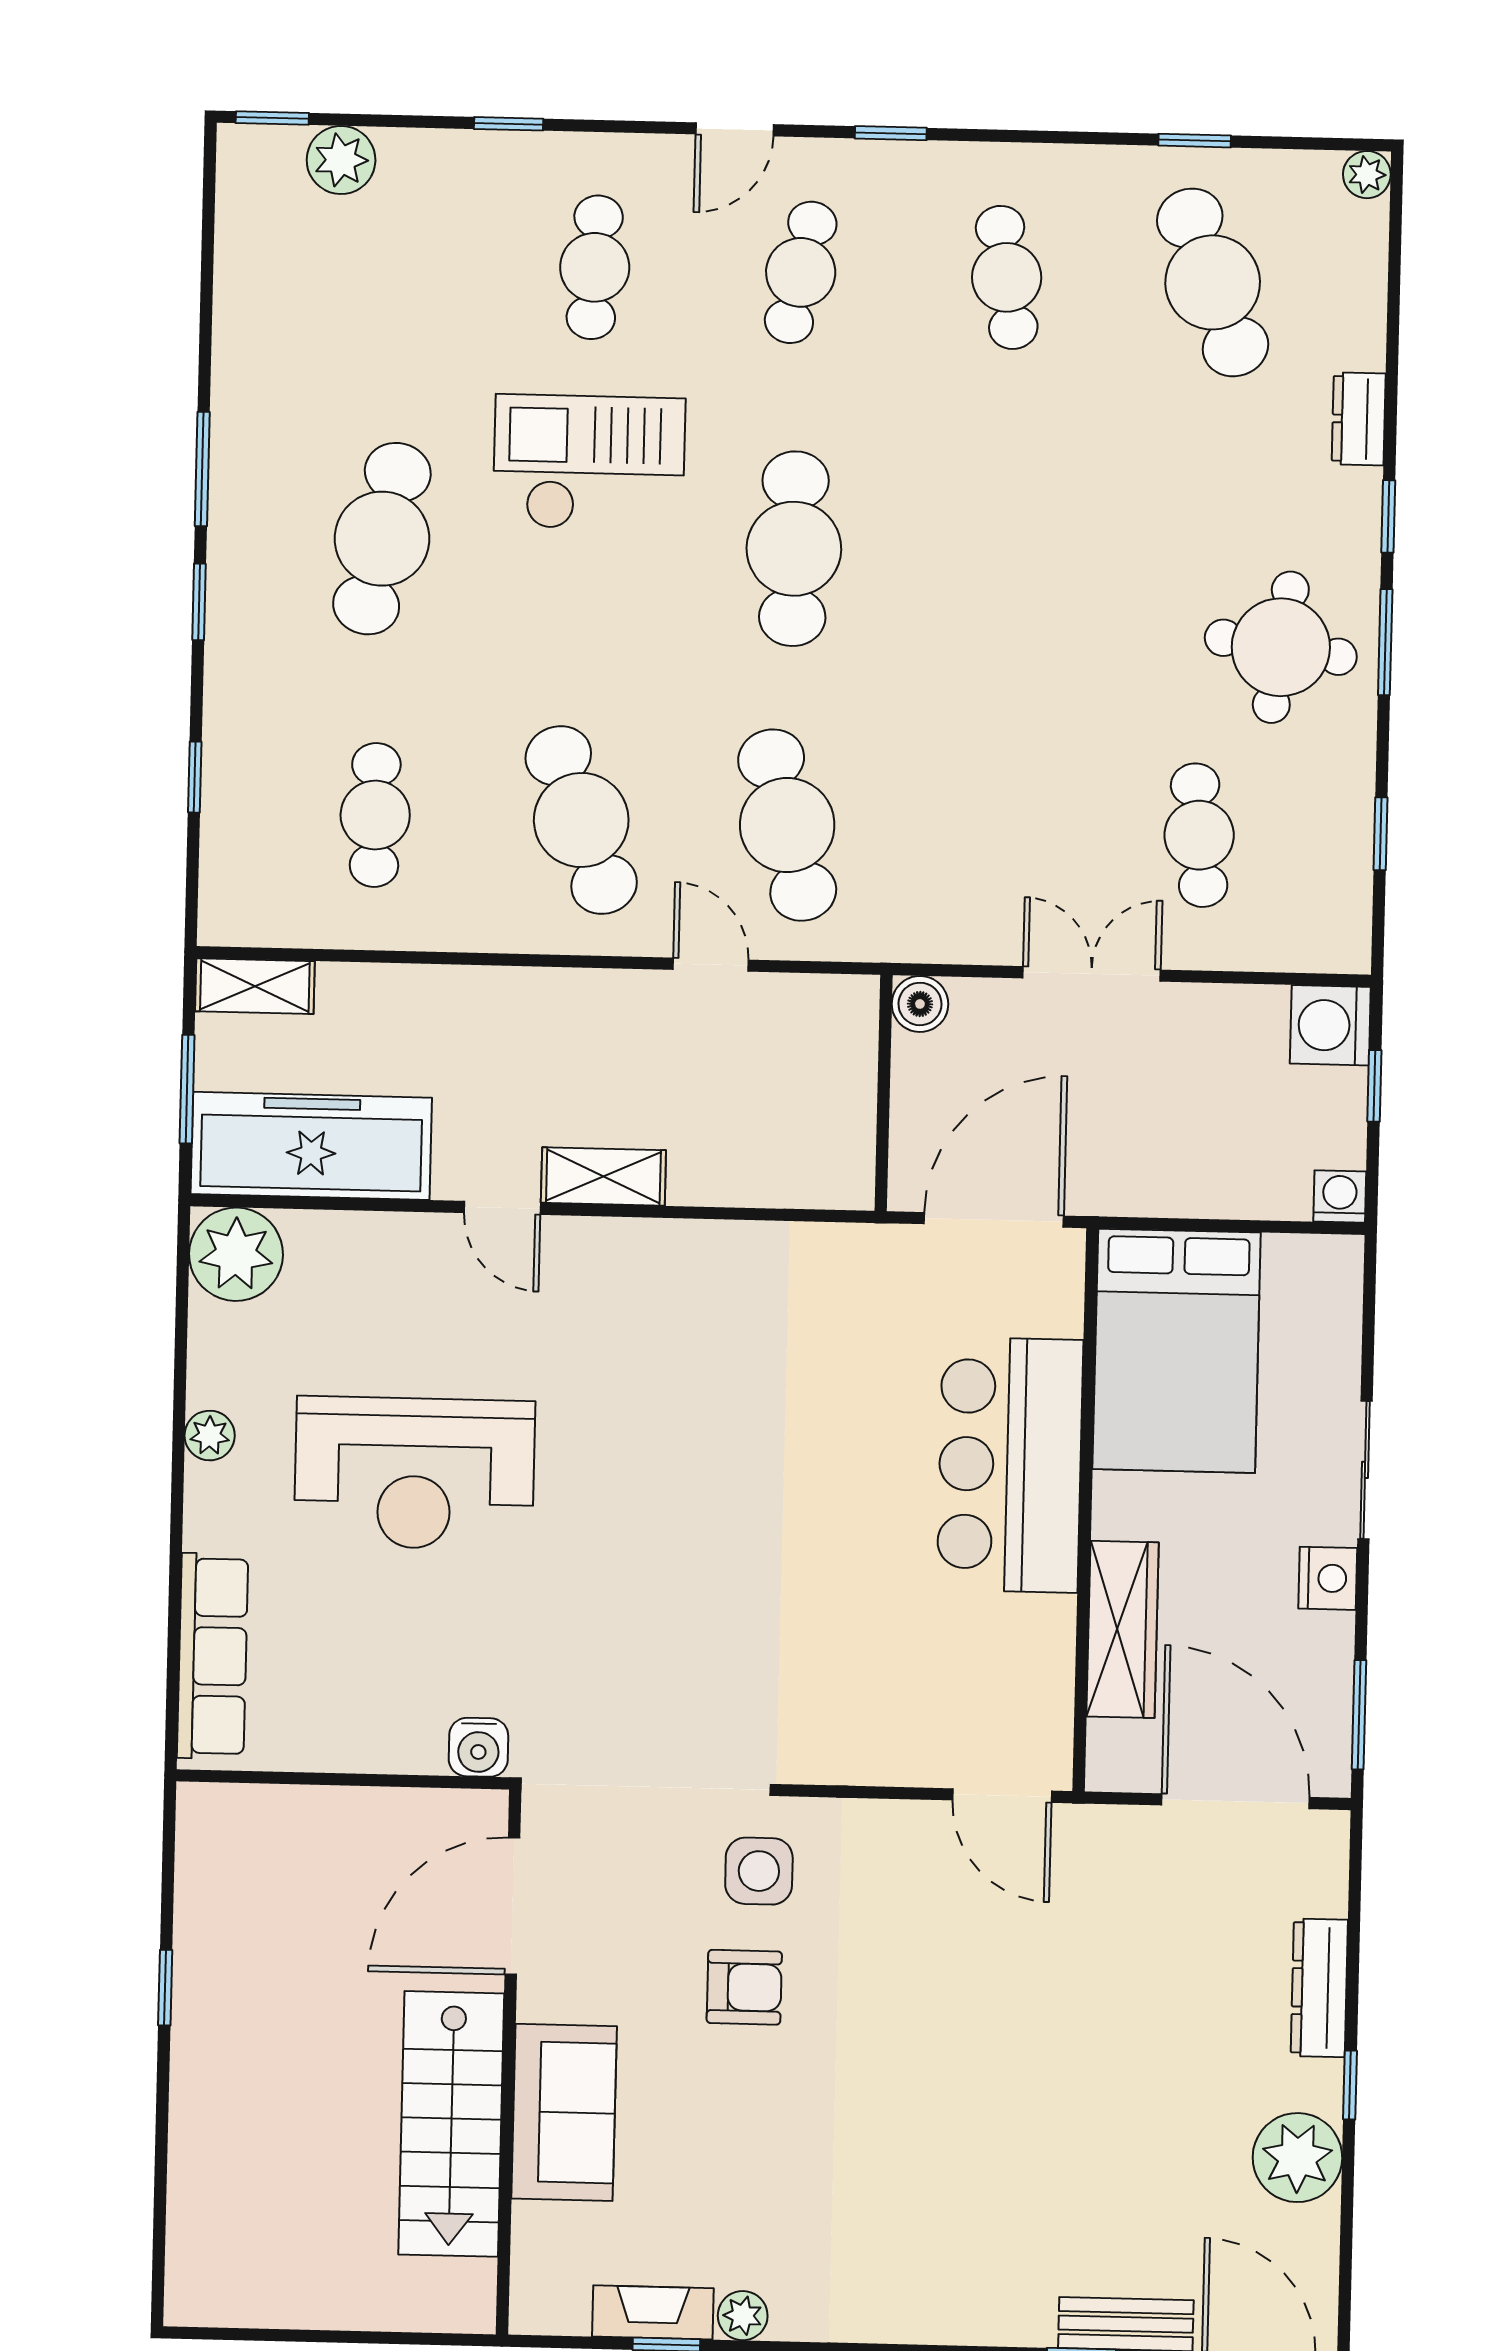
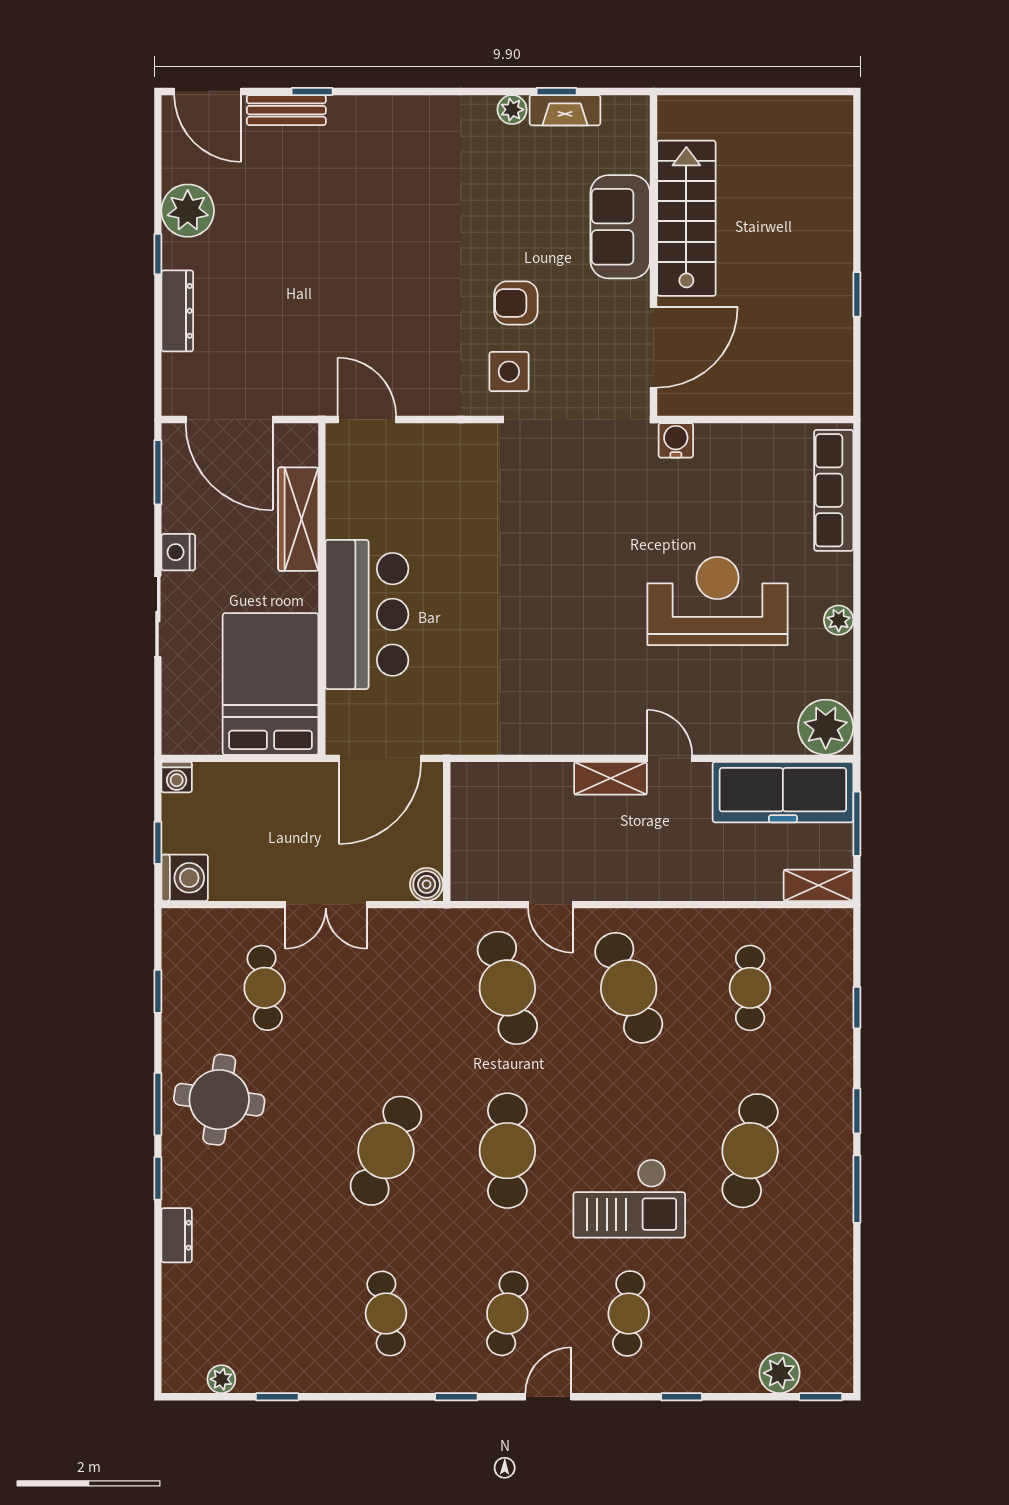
plant: (1367, 175) -> (221, 1379), moved
cafe table: (1213, 282) -> (386, 1151), moved, turned 45

